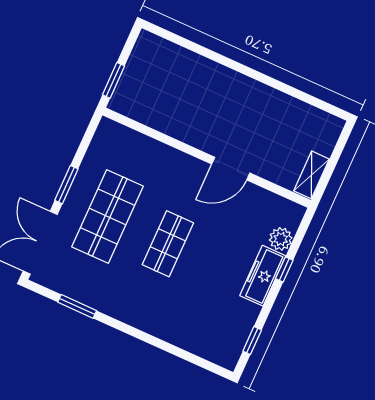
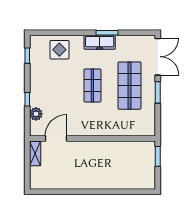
door: (231, 169) -> (56, 138), moved
freezer: (263, 276) -> (100, 42), moved, turned 90
window: (77, 306) -> (107, 33), moved
display table: (195, 326) -> (59, 50), added

